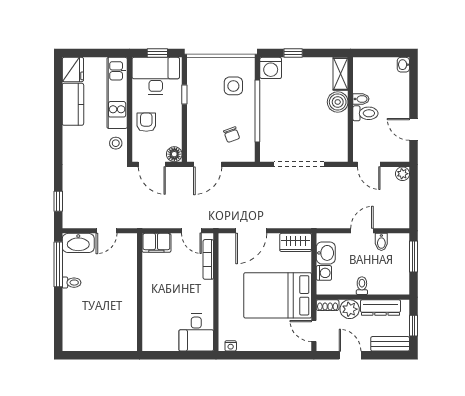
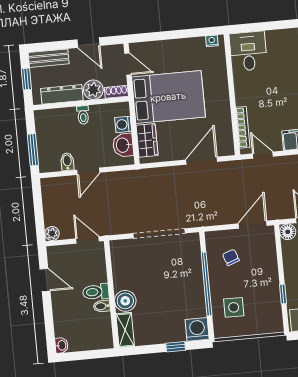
wardrobe: (296, 242) -> (147, 140), moved, turned 90

